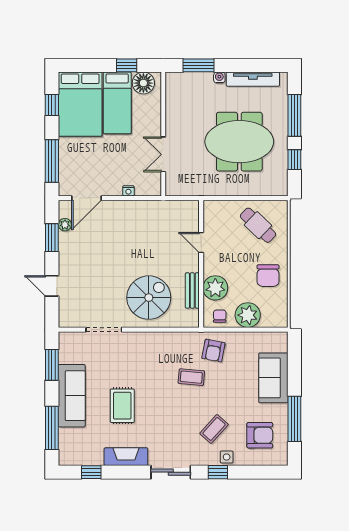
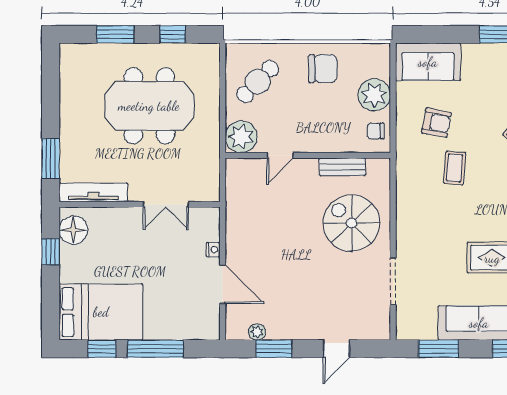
water cooler: (219, 78) -> (66, 132), removed
tv unit: (253, 79) -> (93, 192), moved, turned -90
bed: (117, 103) -> (99, 264), removed
window: (294, 115) -> (115, 34), width x0.69
meeting table: (239, 142) -> (149, 106), turned 90
window: (52, 161) -> (155, 349), moved
door: (86, 198) -> (223, 284), moved
plant: (215, 288) -> (241, 137), moved
armchair: (213, 351) -> (436, 123), moved
sofa: (273, 378) -> (428, 62), moved

